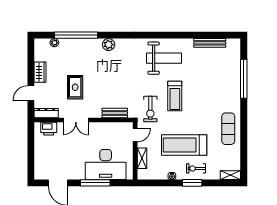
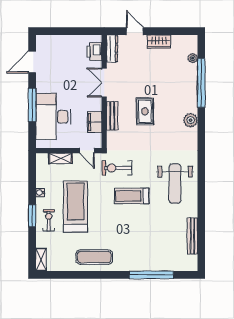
rug: (75, 87) -> (145, 111), moved, turned 90
bench: (115, 113) -> (112, 116), moved
filing cabinet: (110, 128) -> (95, 122), added

